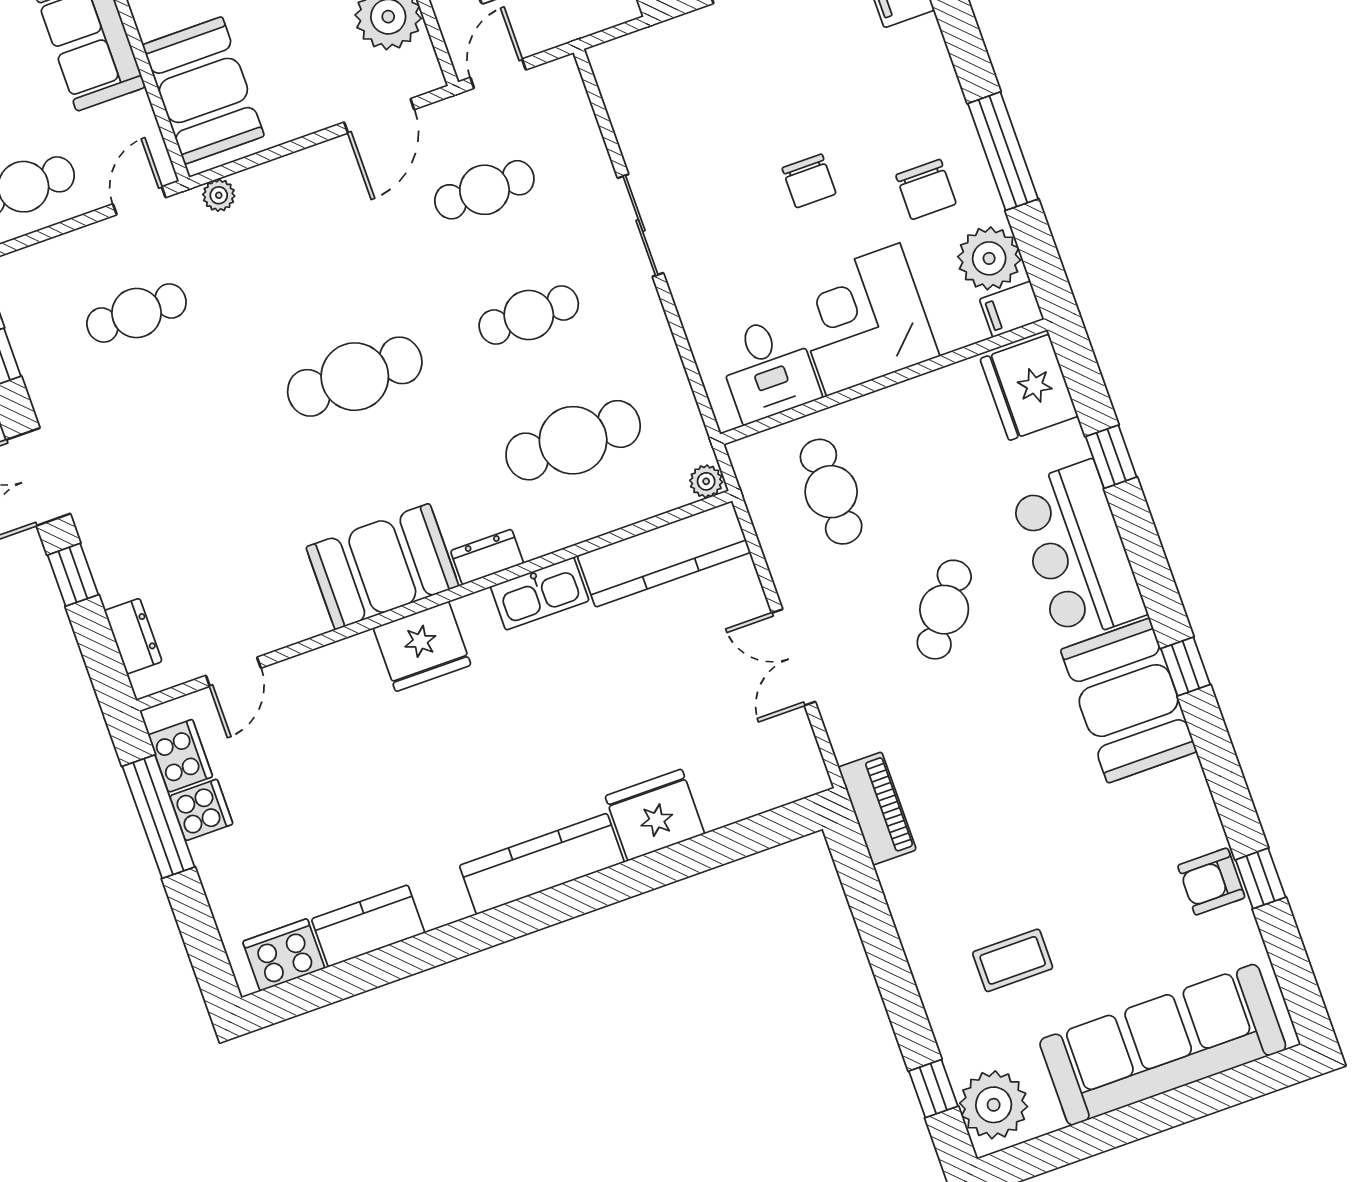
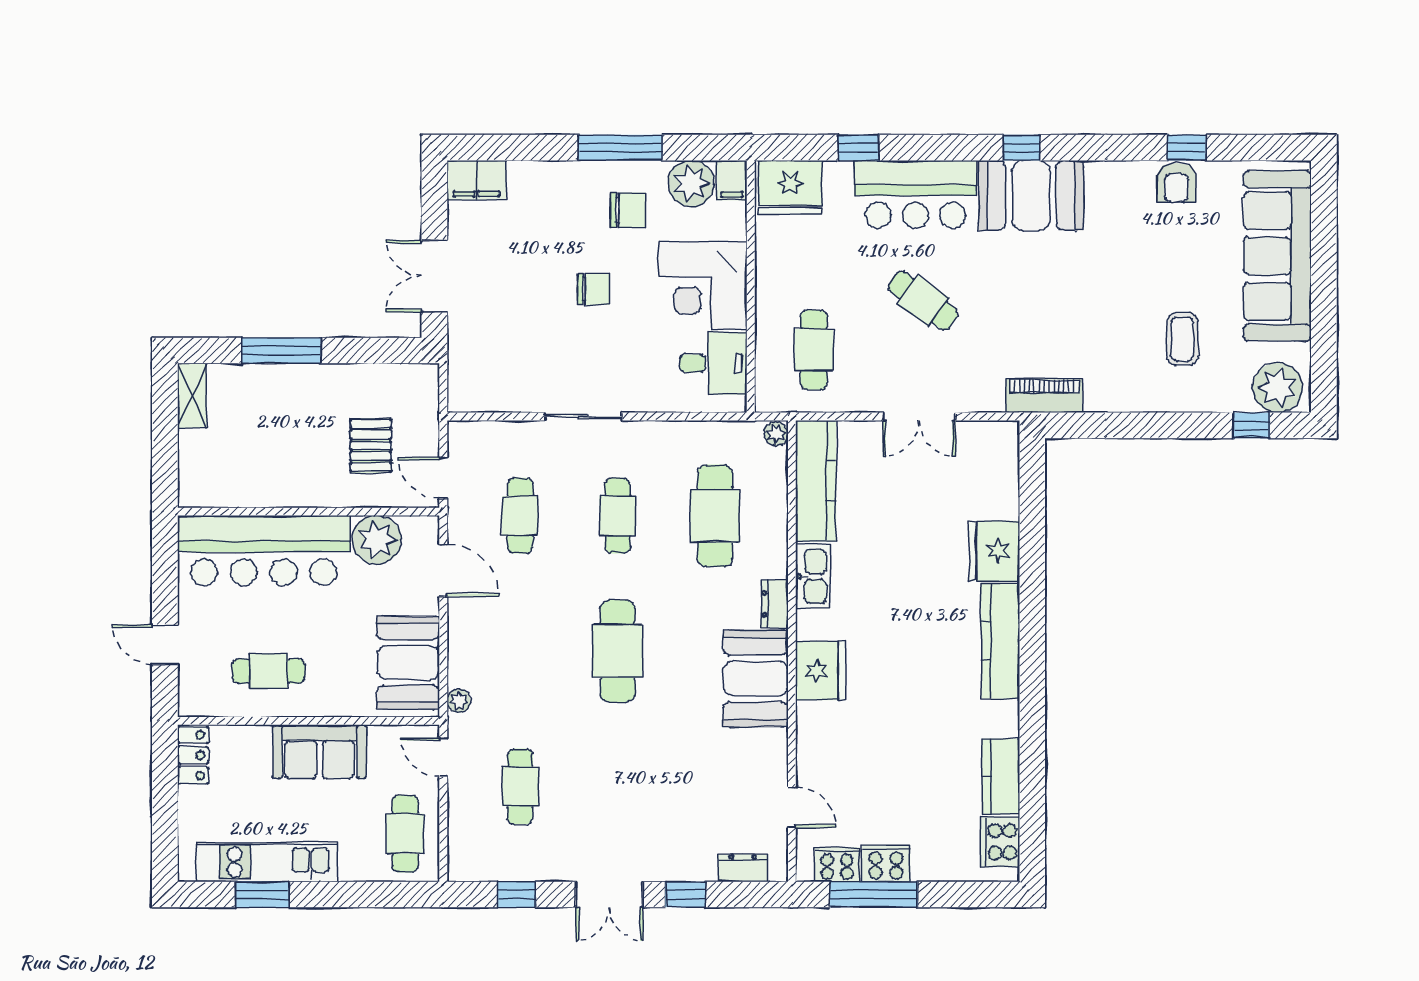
booth: (203, 90) -> (408, 663), moved, turned 90
cafe table: (831, 492) -> (814, 350), turned 90
cooker: (201, 810) -> (886, 863), width x1.36

